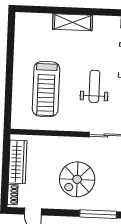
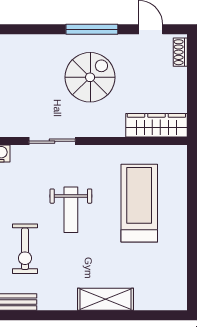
wardrobe: (18, 162) -> (156, 125), moved, turned 90
window: (98, 214) -> (92, 29), moved

